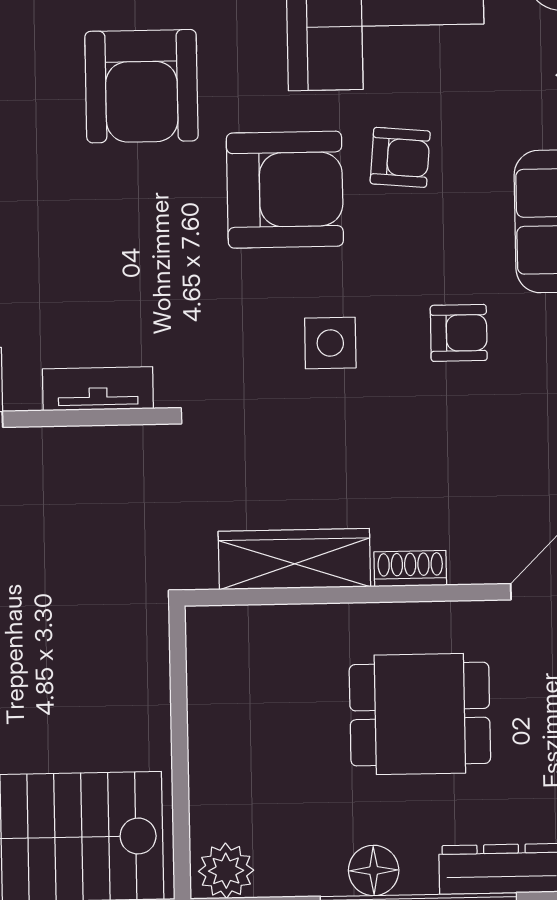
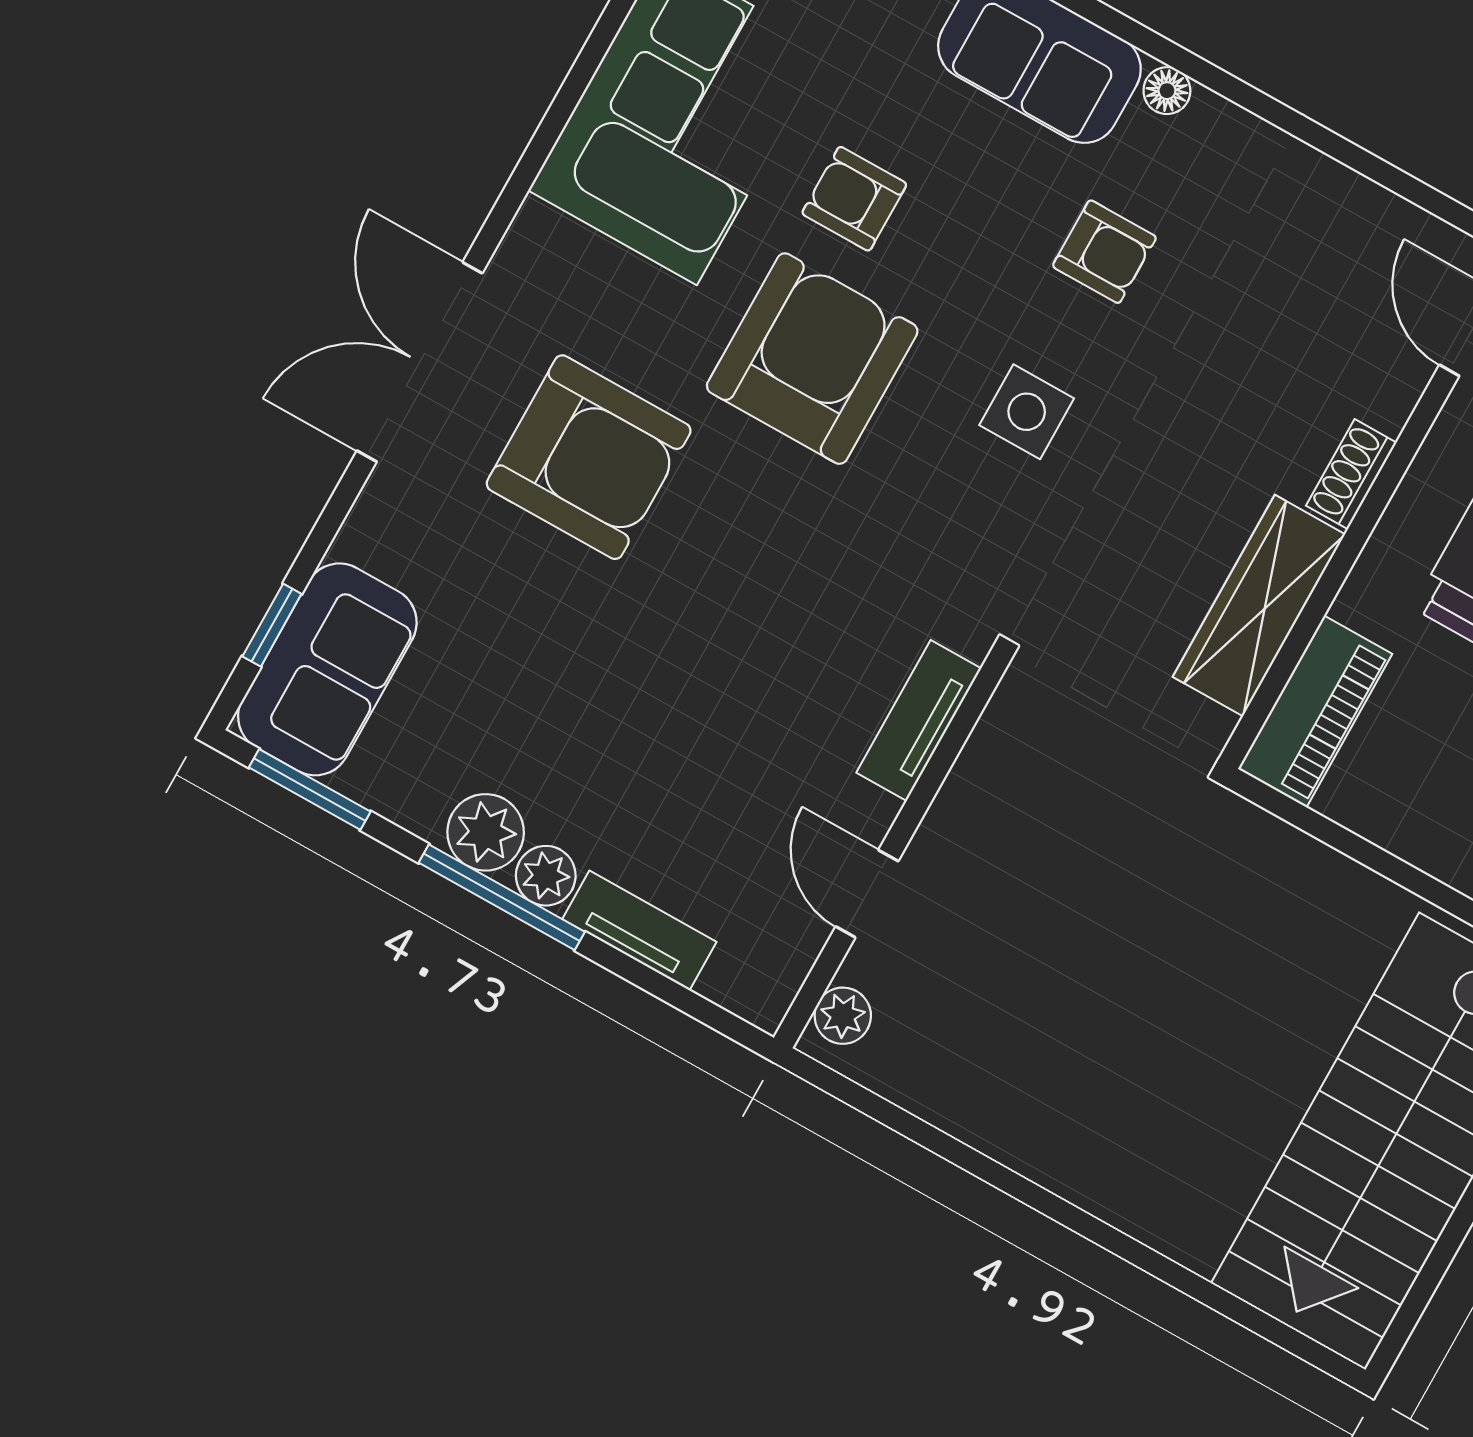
armchair: (400, 157) -> (854, 199), turned -95
armchair: (459, 333) -> (1104, 252), turned 90
piano: (249, 633) -> (1315, 711), added

